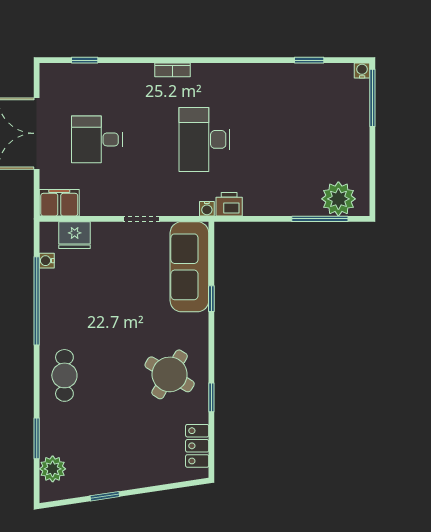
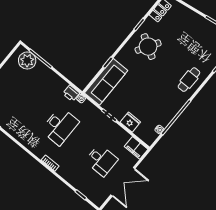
fridge: (75, 235) -> (130, 122), moved

